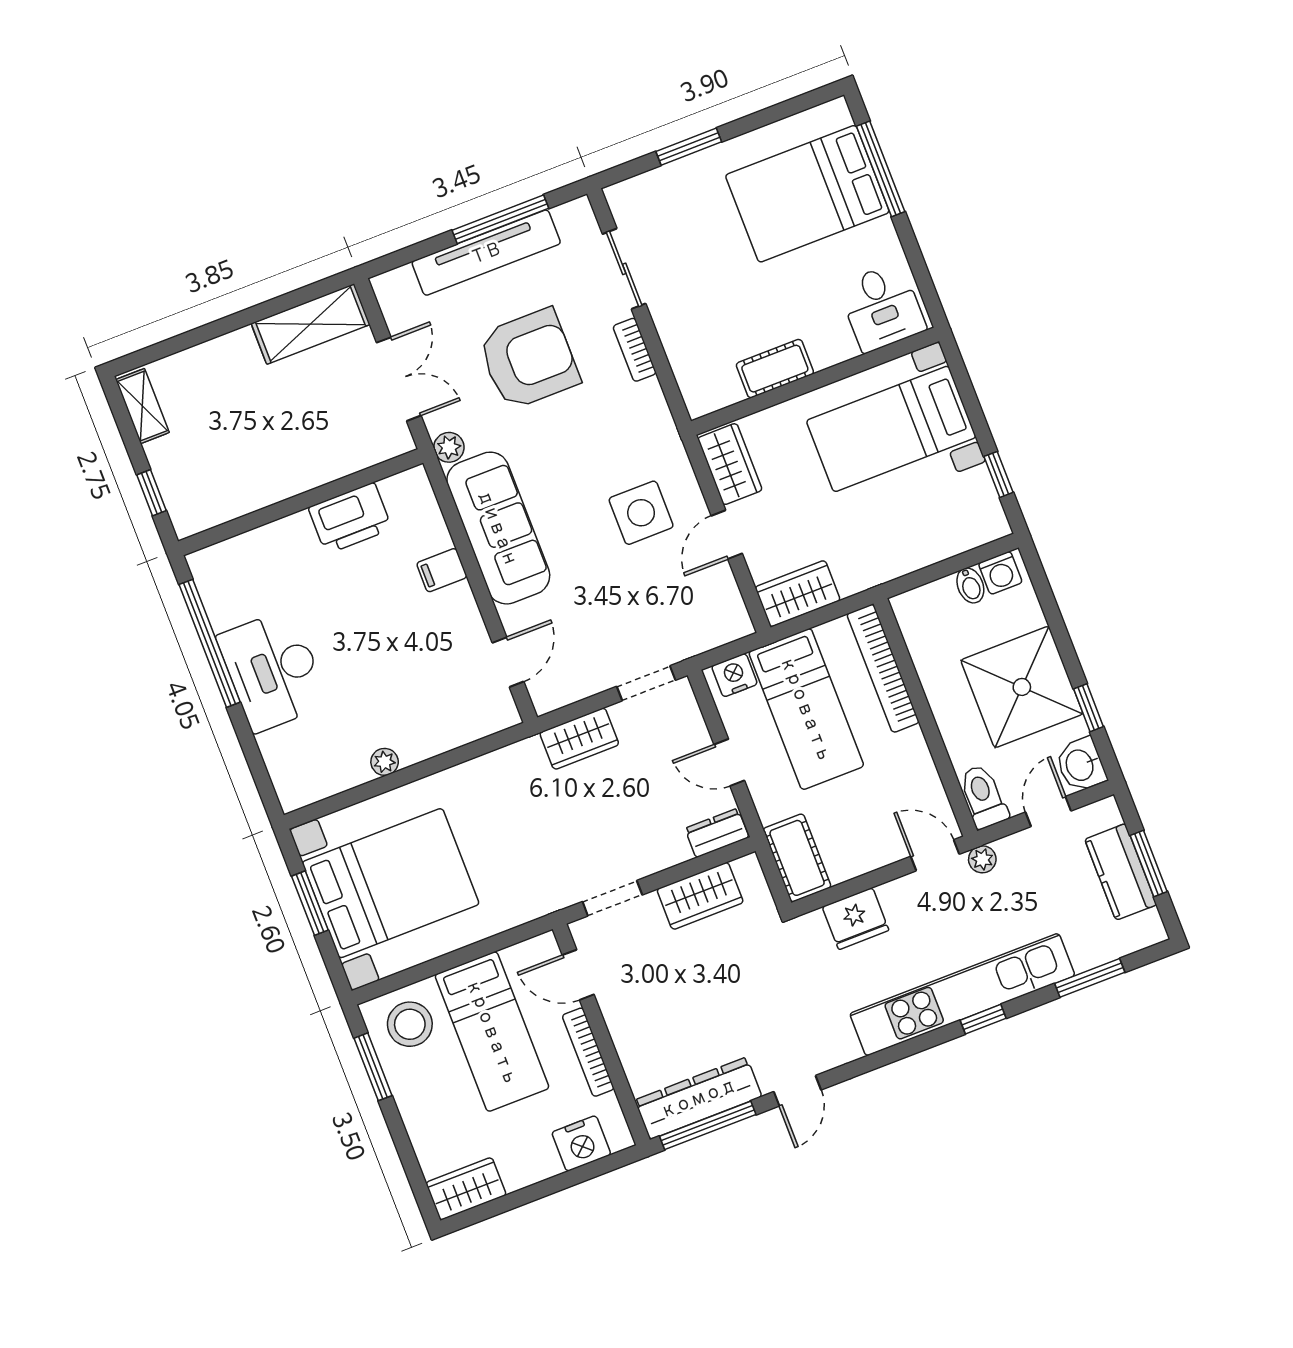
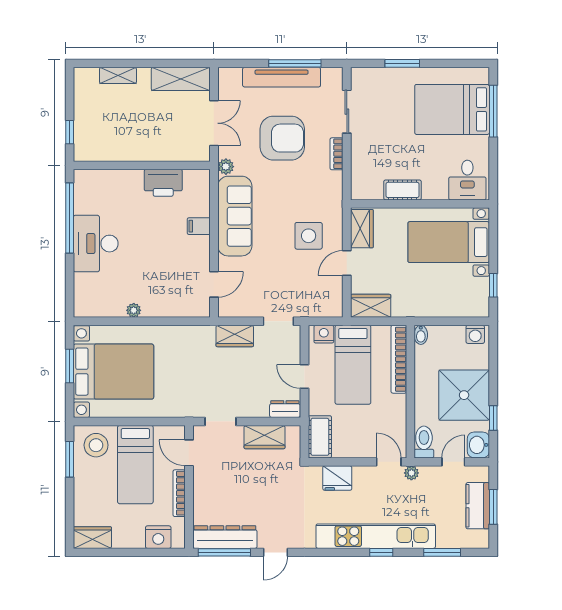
shelving: (142, 406) -> (118, 75), moved, turned 90
bidet: (970, 585) -> (421, 335), moved

